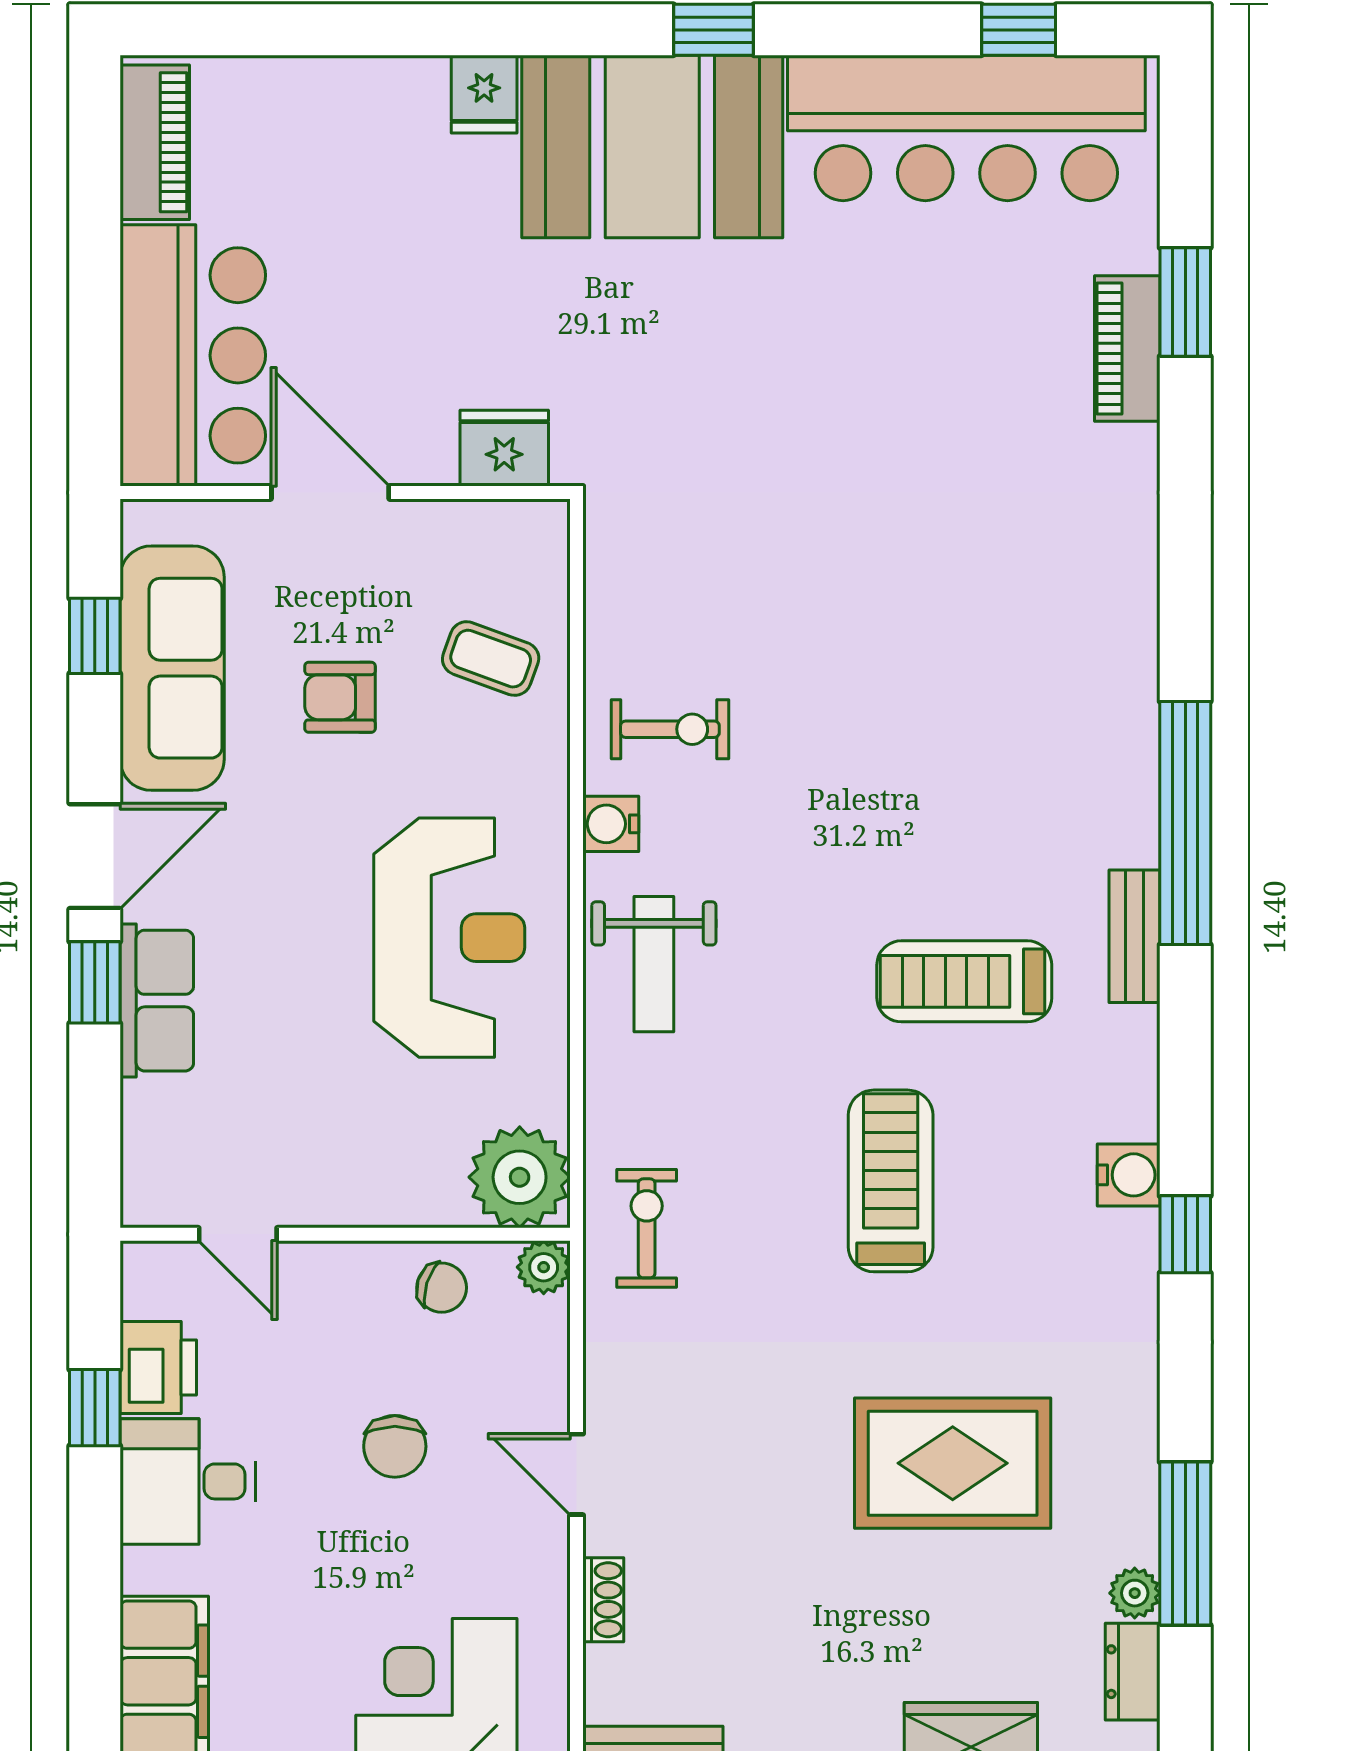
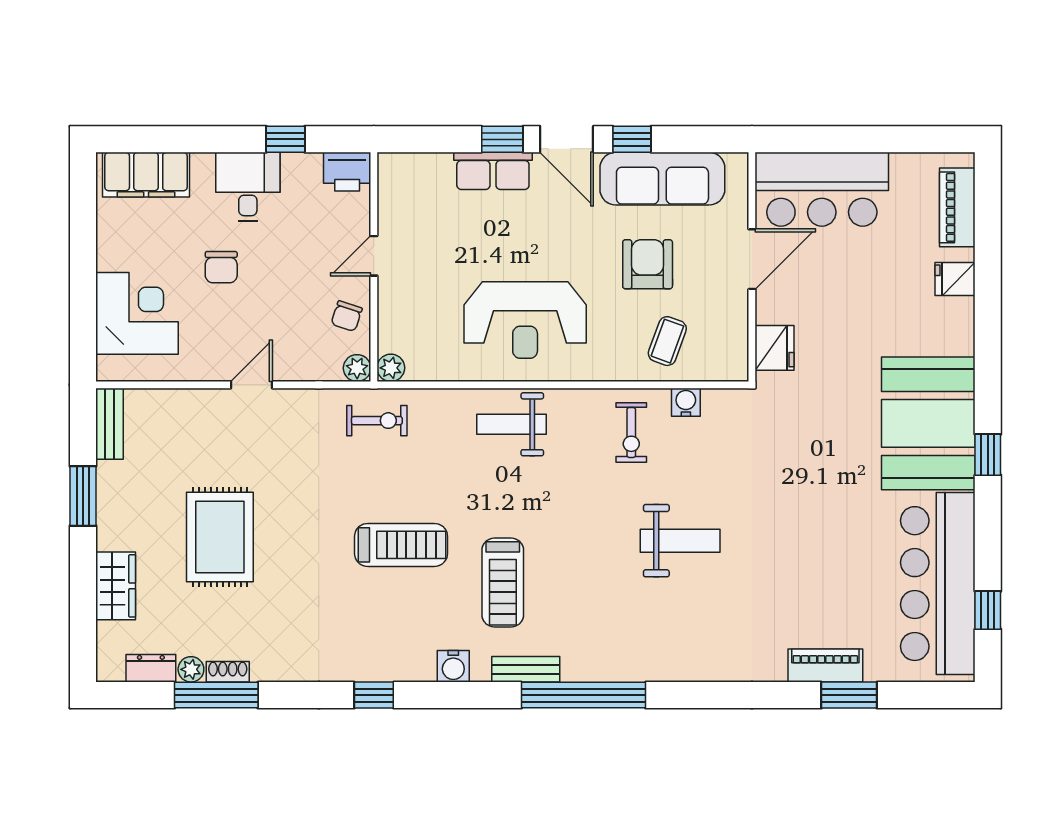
fridge: (484, 94) -> (955, 279), moved
piano: (155, 142) -> (957, 207), moved, turned 90
weight bench: (882, 633) -> (680, 541), added
window: (95, 636) -> (632, 139), moved
armchair: (340, 697) -> (648, 264), width x1.38, depth x1.38
water cooler: (611, 824) -> (686, 402), moved
treadmill: (964, 981) -> (503, 583), turned 180
water cooler: (1129, 1175) -> (453, 666), moved
plant: (520, 1177) -> (391, 368), width x0.53, depth x0.53
door: (238, 1234) -> (374, 256), moved
printer: (158, 1367) -> (347, 172), moved
chair: (395, 1446) -> (221, 267), moved, turned -90
rug: (953, 1463) -> (220, 537), moved
shoe rack: (603, 1600) -> (228, 672), moved, turned 180

